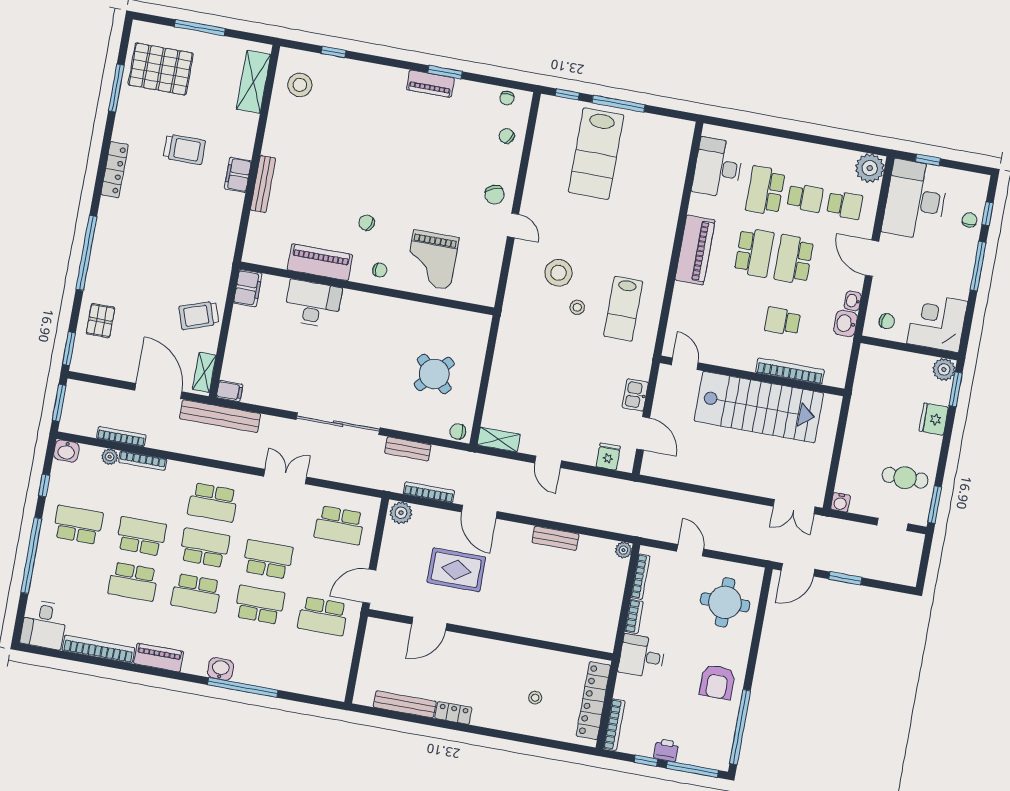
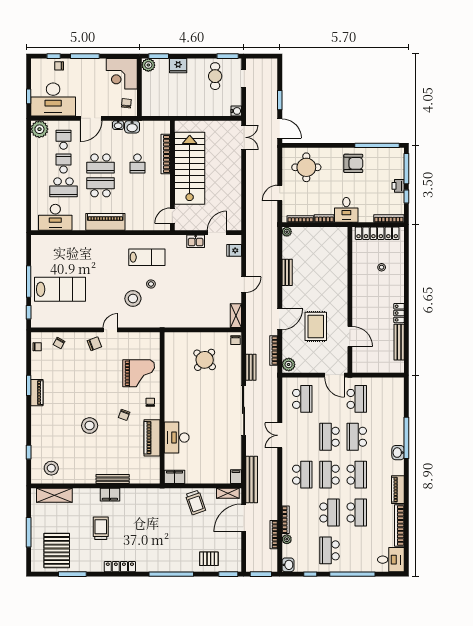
stool: (359, 162) -> (90, 426), added
school desk: (141, 536) -> (330, 513), turned 180

